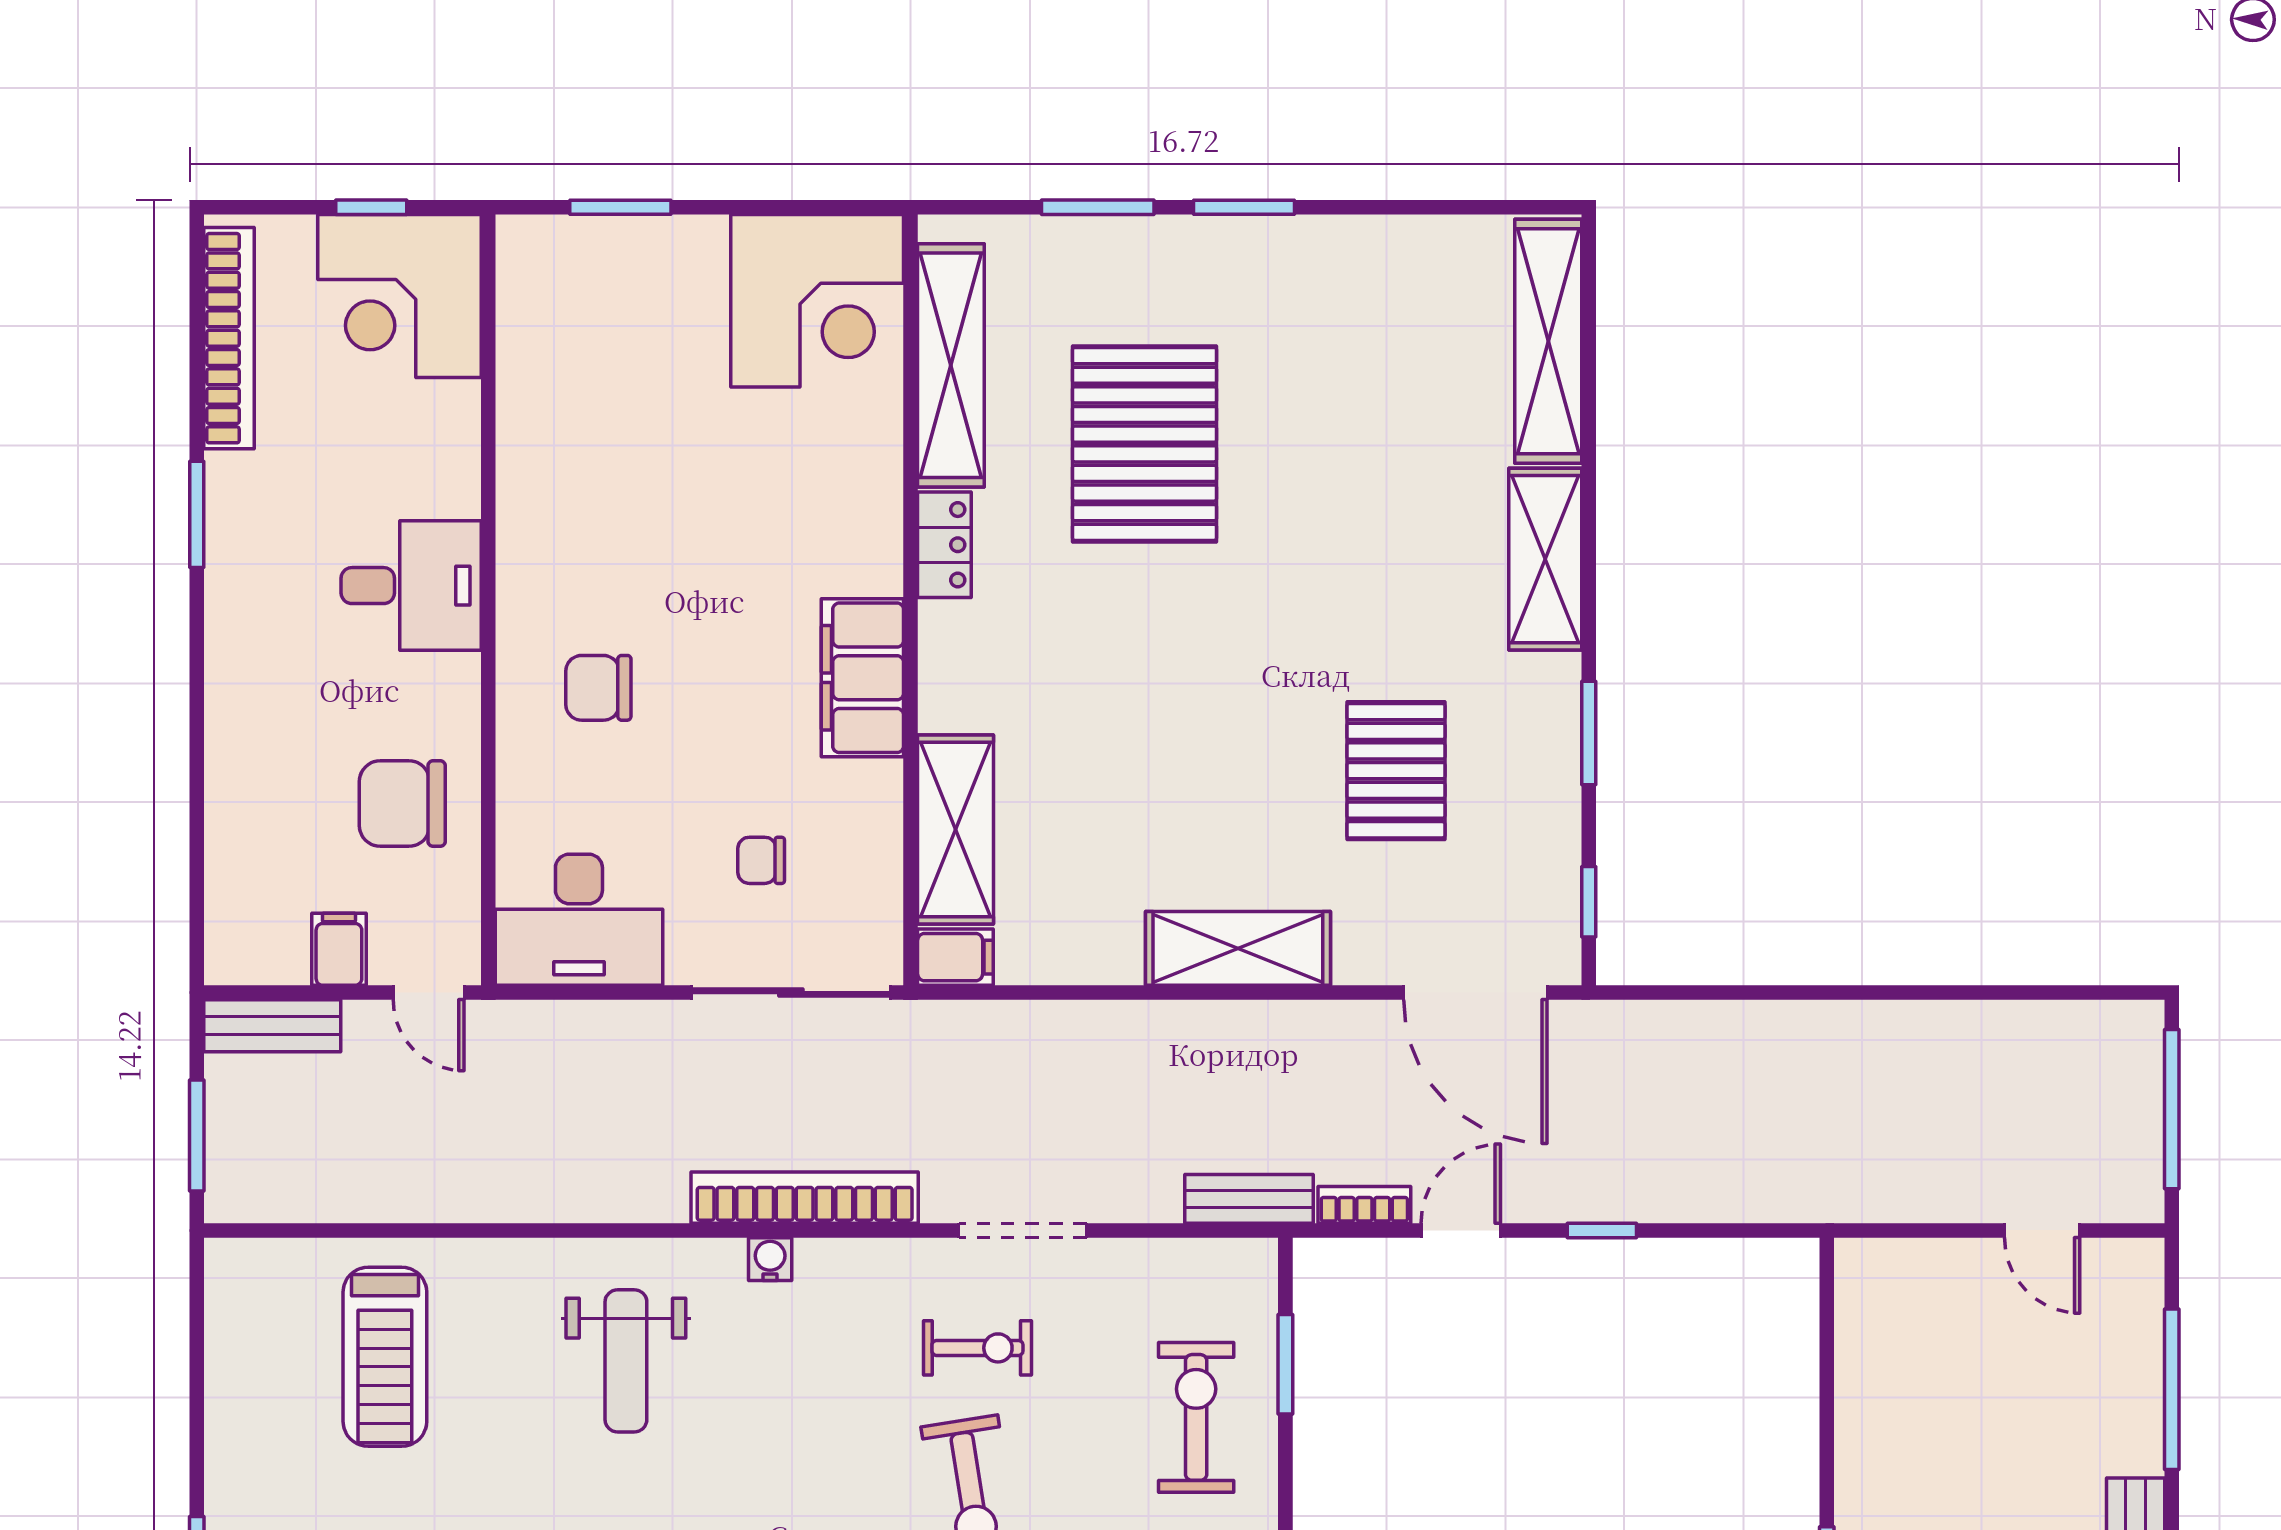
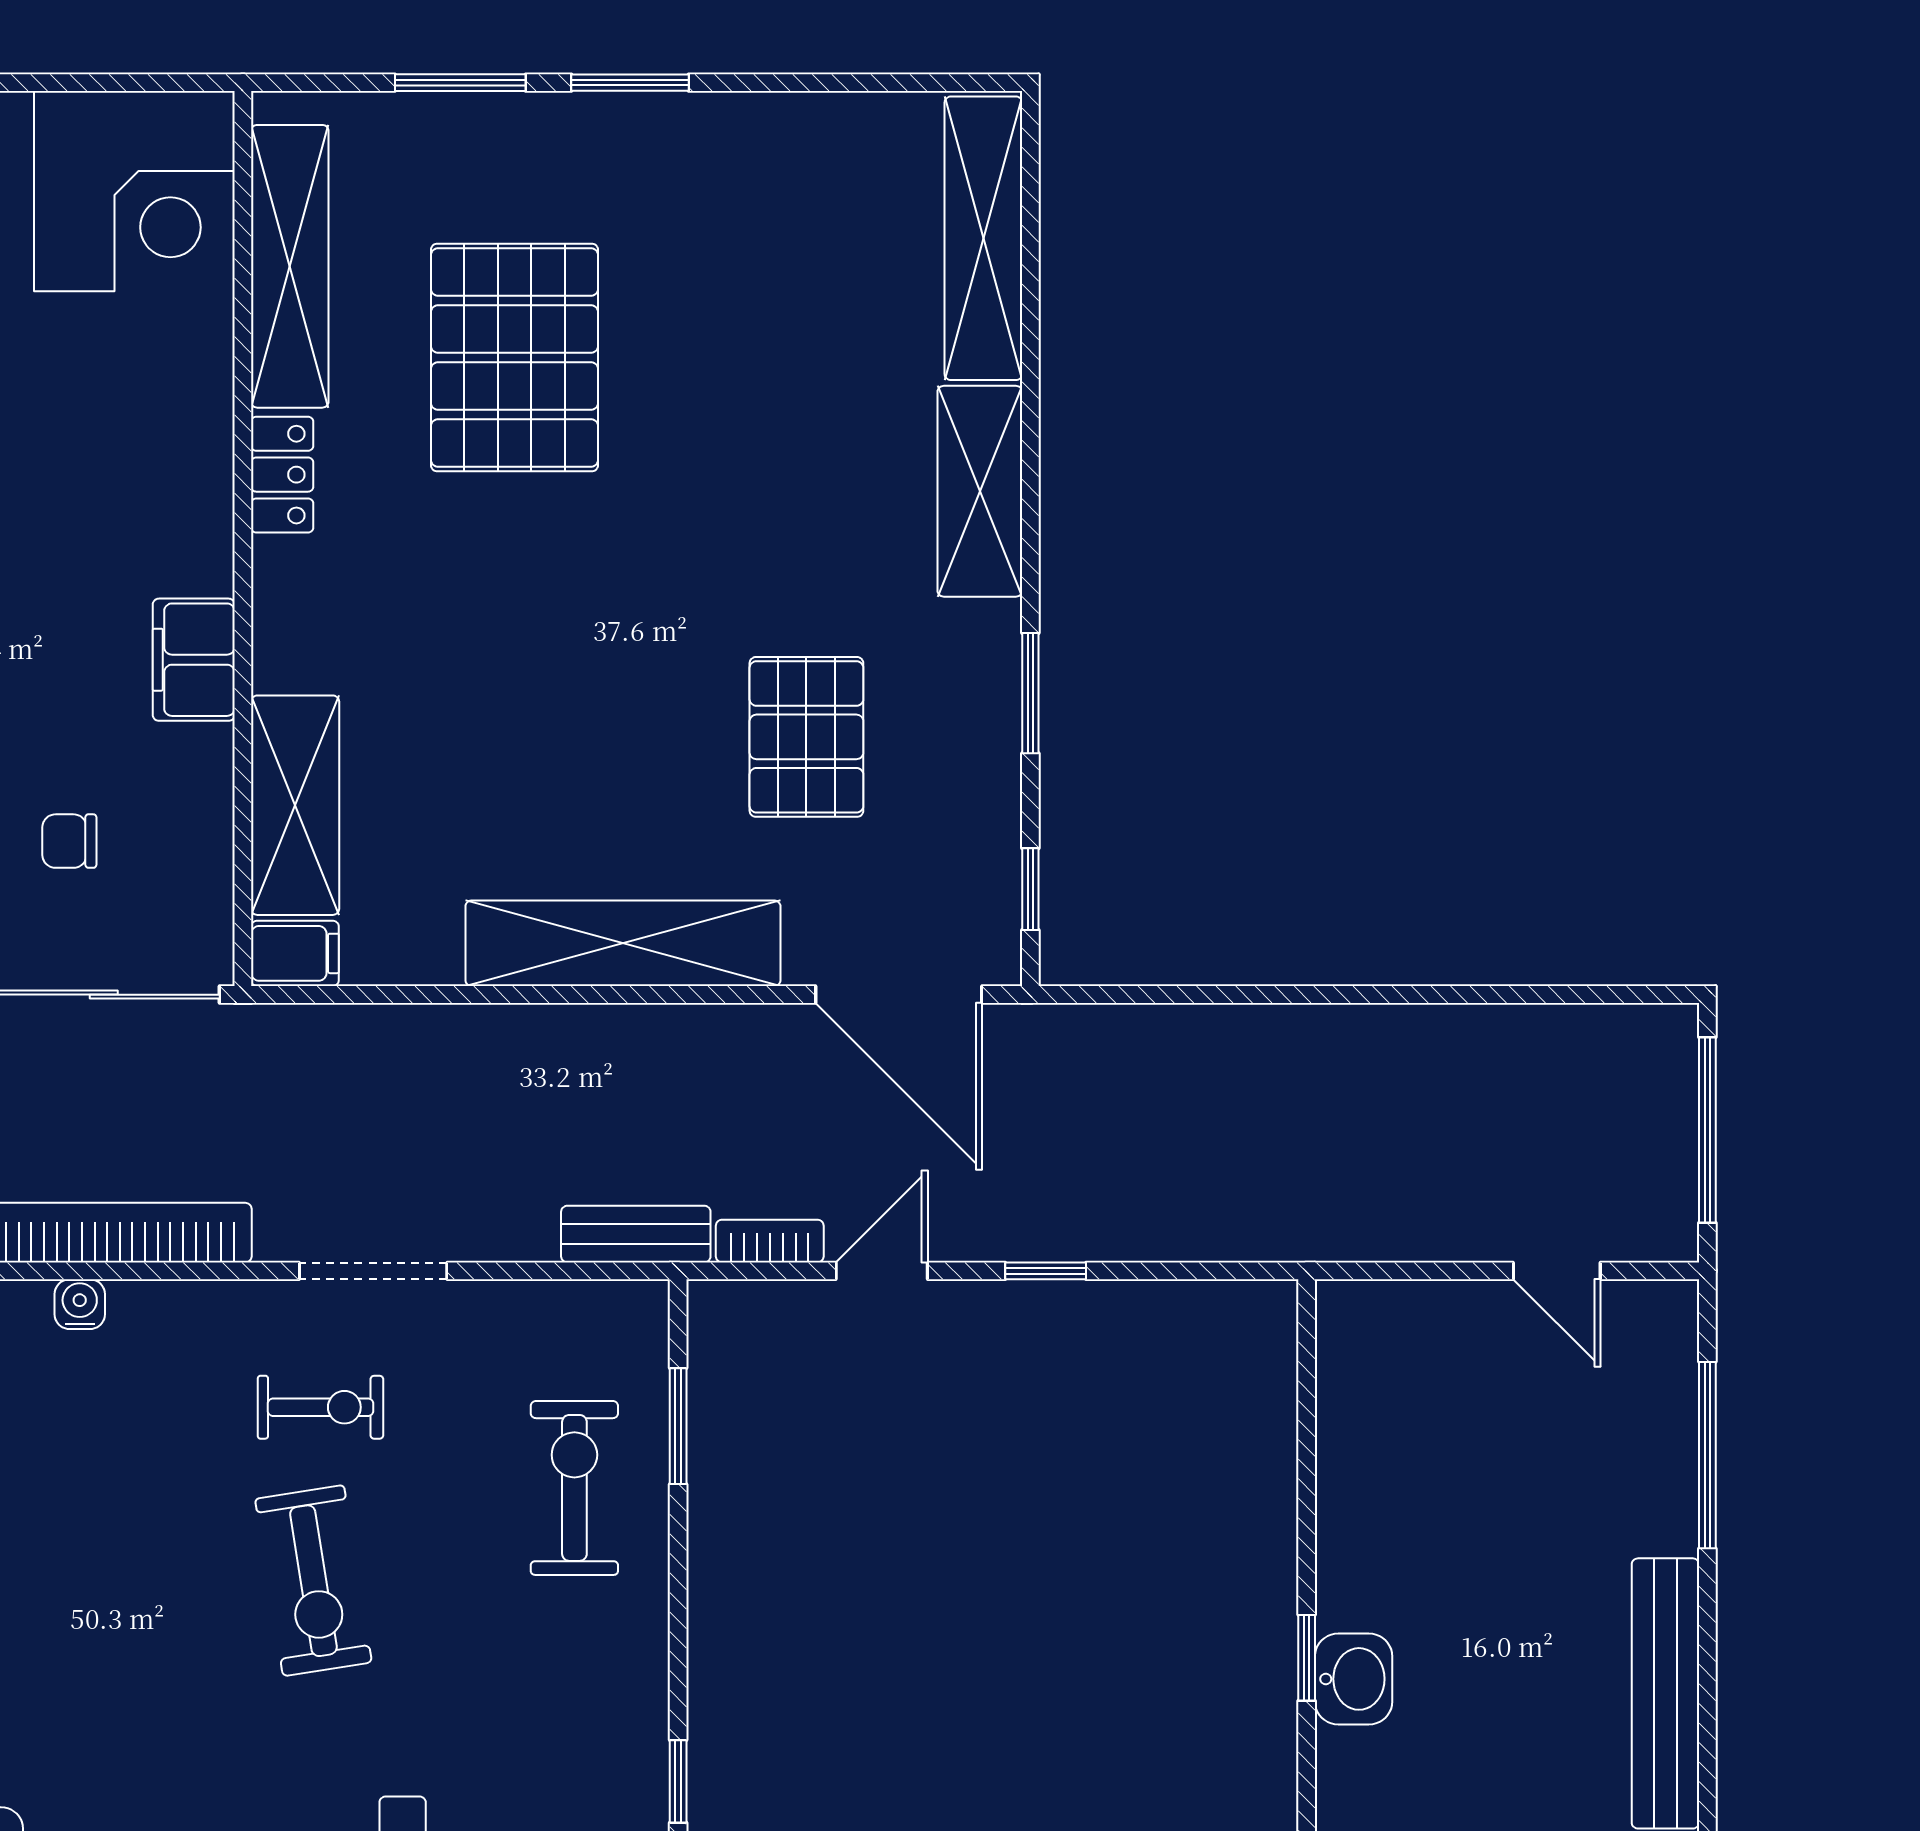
filing cabinet: (862, 678) -> (194, 660), width x0.67, depth x0.86
shelving: (1238, 948) -> (623, 943), width x1.47

